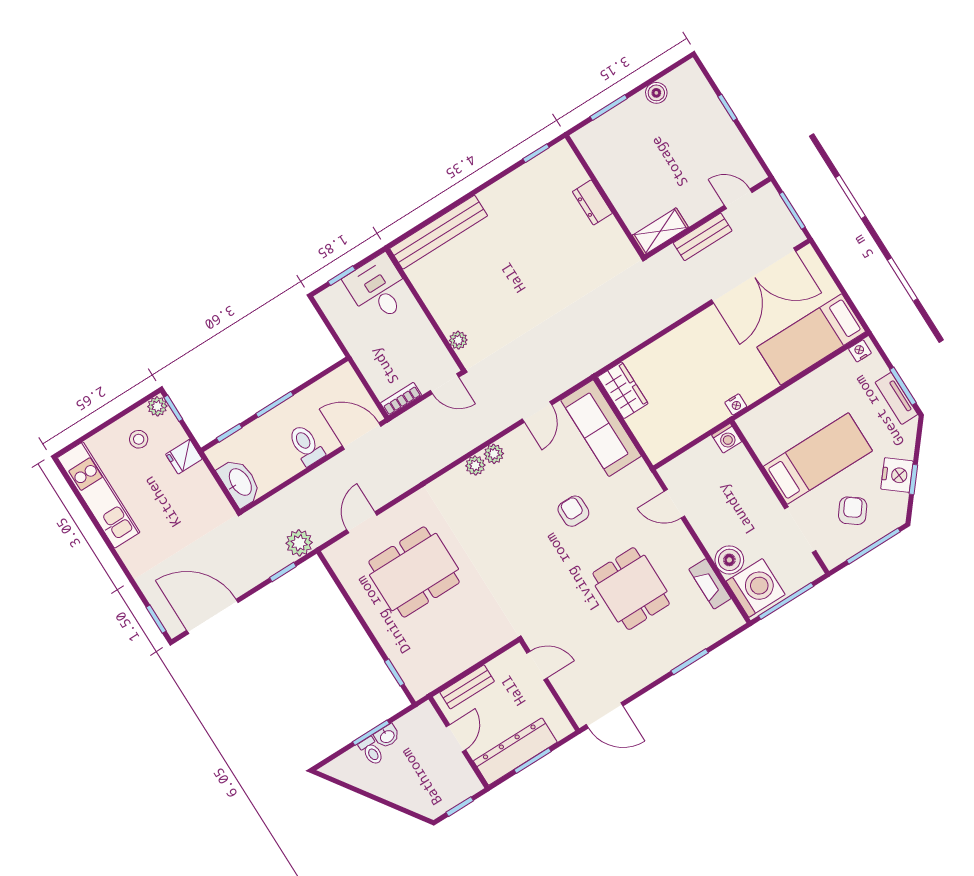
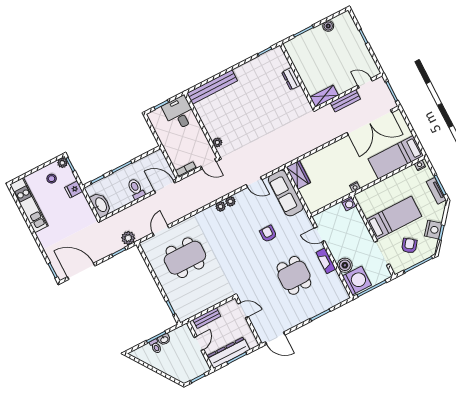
door: (537, 412) -> (254, 182), hinge flipped
fireplace: (710, 584) -> (326, 261), moved

